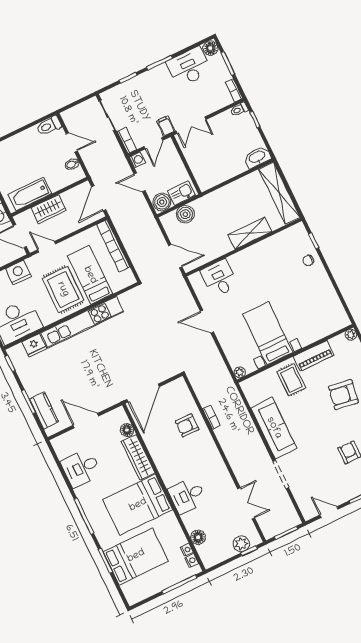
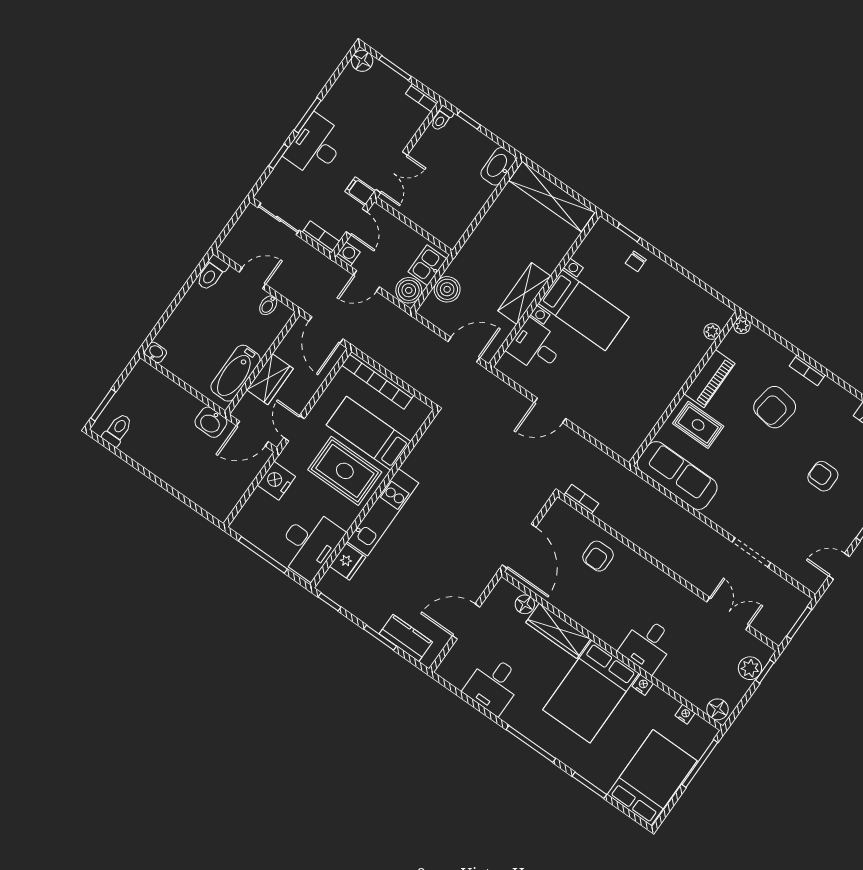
desk: (189, 67) -> (316, 146), moved
shelving: (250, 233) -> (524, 293), moved
door: (47, 247) -> (294, 428), hinge flipped
kitchen unit: (82, 322) -> (383, 512), width x0.73
bed with nightstands: (268, 333) -> (584, 310), moved, turned 180
plant: (240, 372) -> (712, 332), moved
bookcase: (212, 417) -> (582, 499), moved
sofa: (274, 428) -> (677, 476), moved
floor lamp: (198, 537) -> (717, 709), moved
bed: (136, 556) -> (652, 778), moved
nightstand: (192, 561) -> (643, 685), moved

